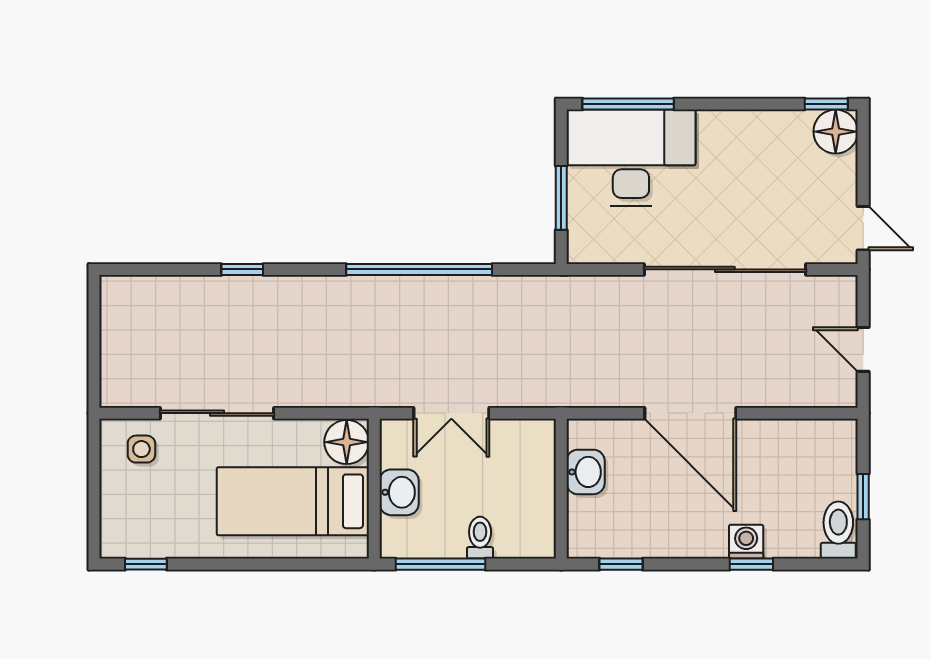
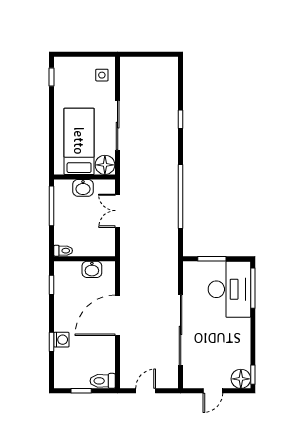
door: (863, 228) -> (213, 391), moved
sliding door: (217, 413) -> (118, 125), moved
toilet: (838, 530) -> (103, 381), moved, turned 180
toilet: (480, 538) -> (63, 251), moved

